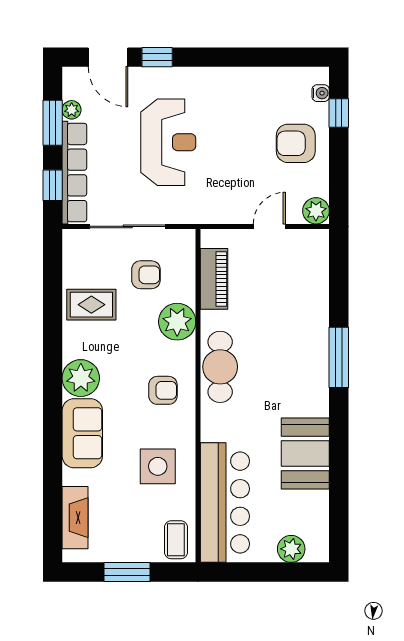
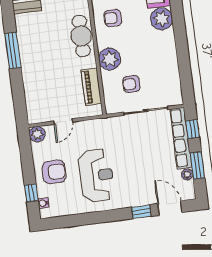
reception desk: (168, 142) -> (96, 176), moved, turned 180
rug: (91, 305) -> (161, 62), removed

